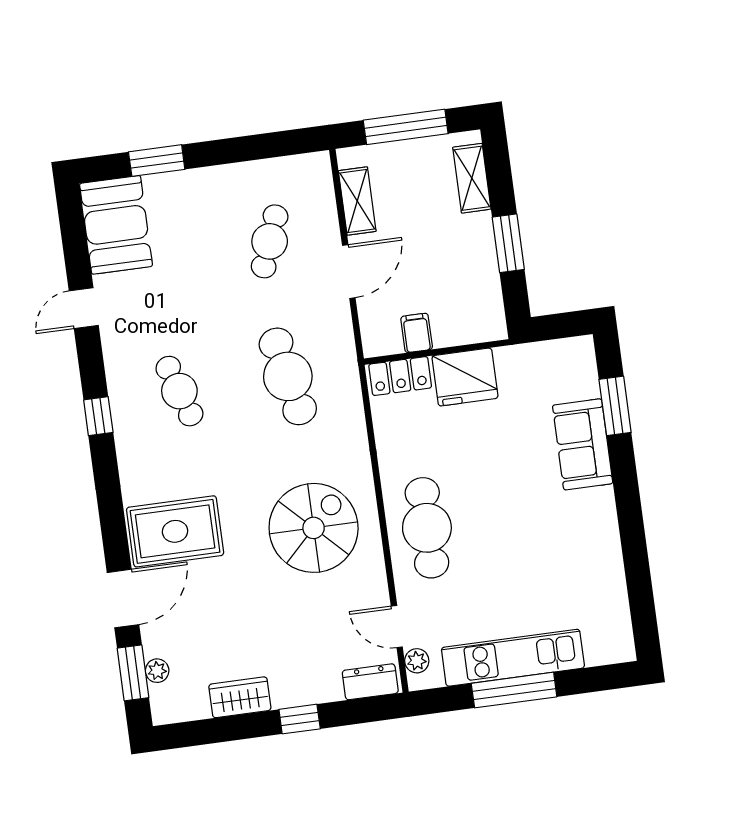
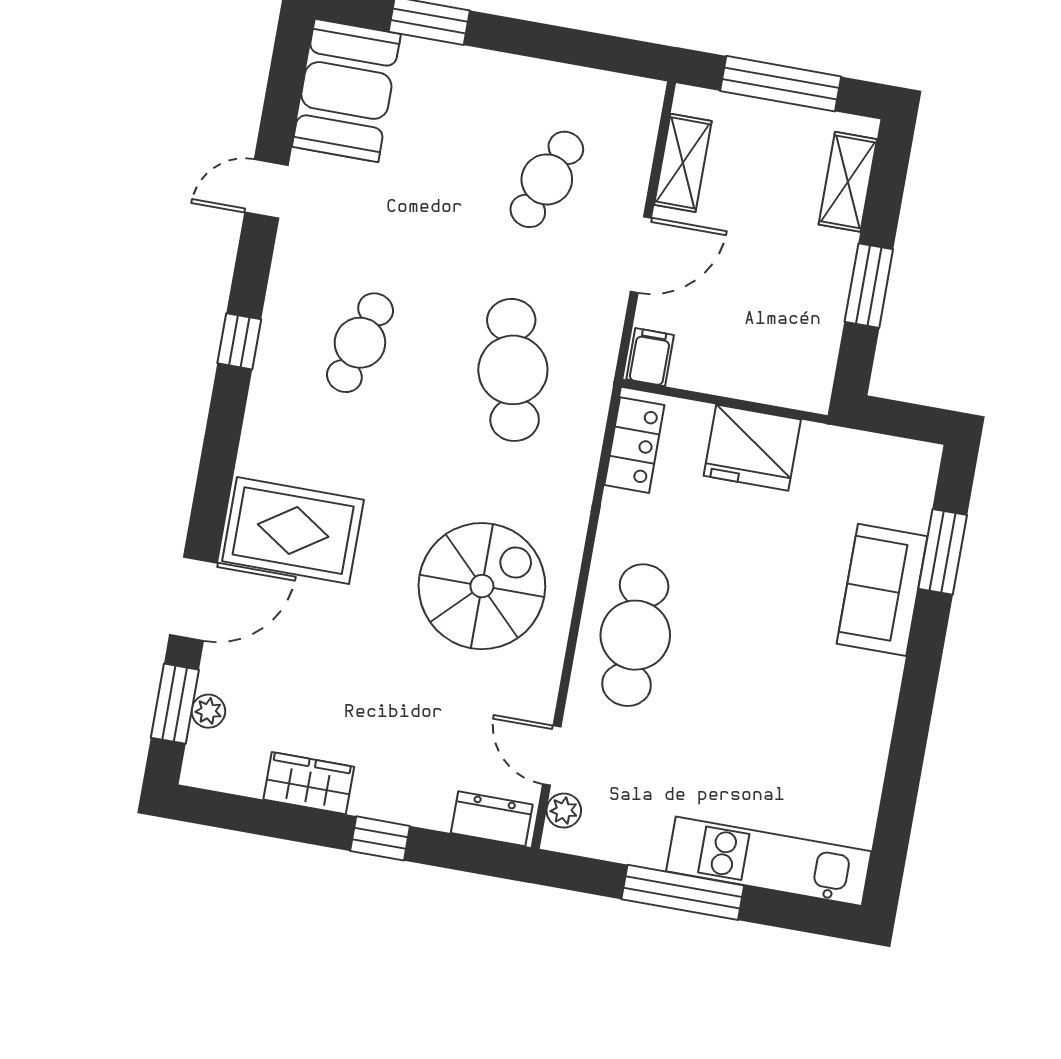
filing cabinet: (417, 333) -> (650, 357), moved
locker: (400, 376) -> (634, 445), moved, turned -90
cafe table: (179, 391) -> (360, 343), turned 33
kitchen unit: (513, 658) -> (769, 861), moved

